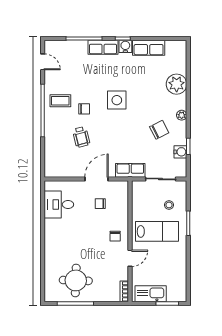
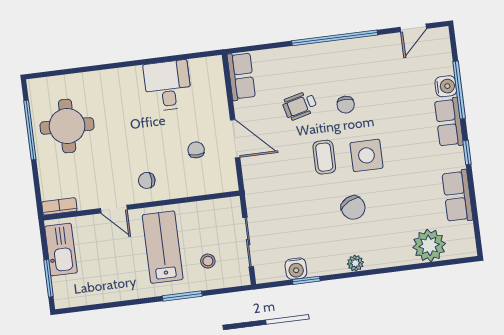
water cooler: (125, 46) -> (446, 86), moved
plant: (177, 84) -> (429, 245), moved
coffee table: (60, 101) -> (324, 157), moved
chair: (159, 130) -> (353, 208), moved
row of seats: (130, 170) -> (241, 76), moved
desk: (59, 204) -> (168, 86), moved
lab bench: (157, 231) -> (163, 247), turned 180

